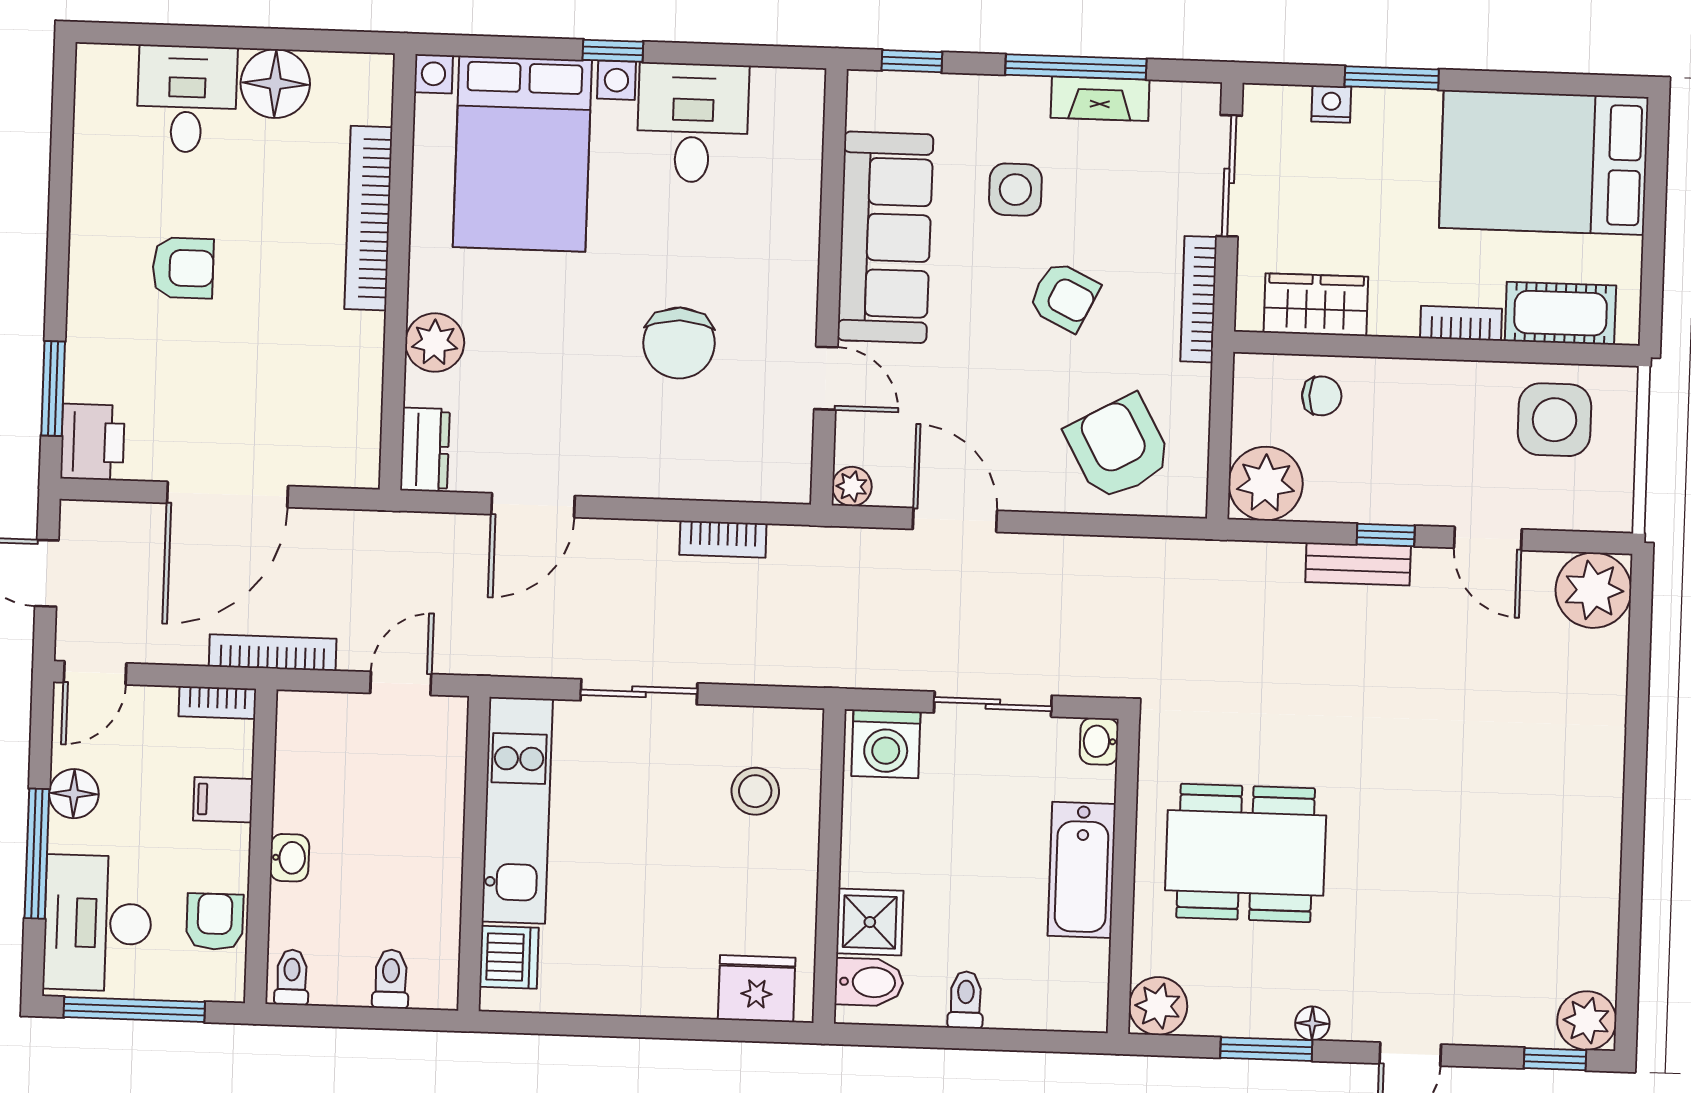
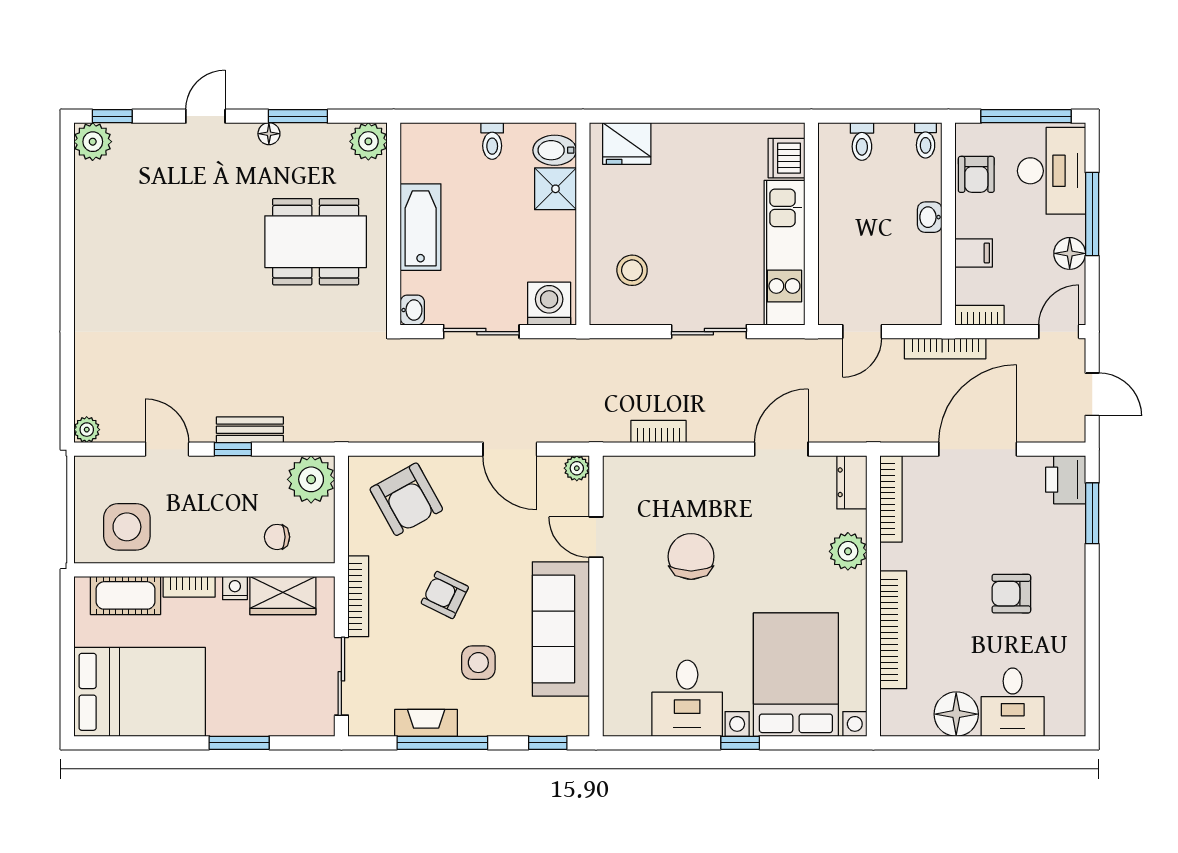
nightstand: (1331, 104) -> (235, 588), moved, turned 180
bookcase: (365, 422) -> (891, 499), added
plant: (1593, 590) -> (87, 430), width x0.53, depth x0.53

